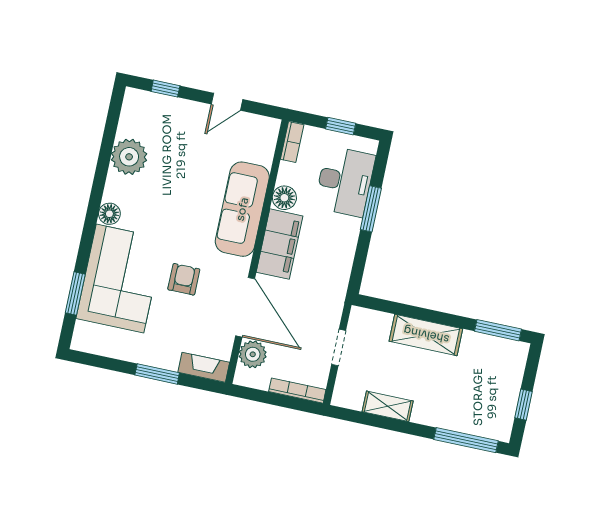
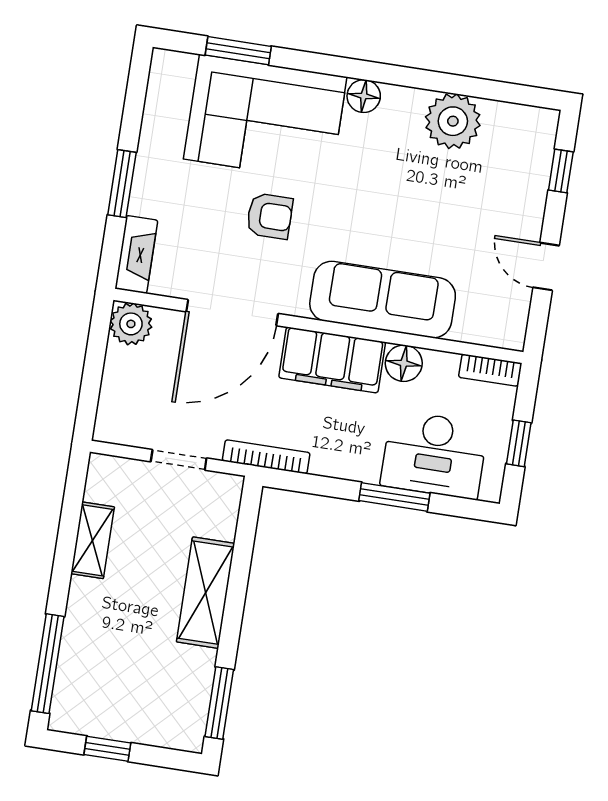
plant: (253, 354) -> (131, 324), moved
bookcase: (297, 391) -> (266, 457), moved, turned -90

